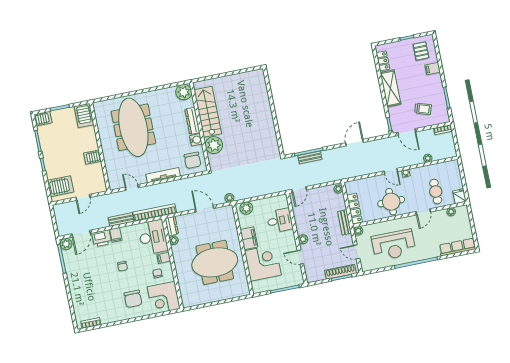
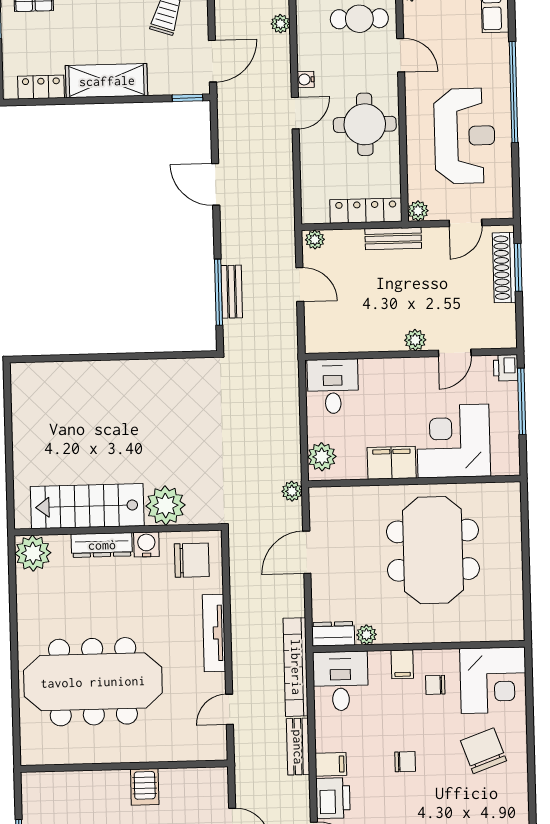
server rack: (84, 115) -> (46, 790), removed
door: (299, 190) -> (300, 285), moved
desk: (280, 220) -> (333, 386), moved
desk: (153, 237) -> (341, 681), width x0.73
printer: (298, 280) -> (506, 368), added
chair: (133, 299) -> (483, 751), turned -110

